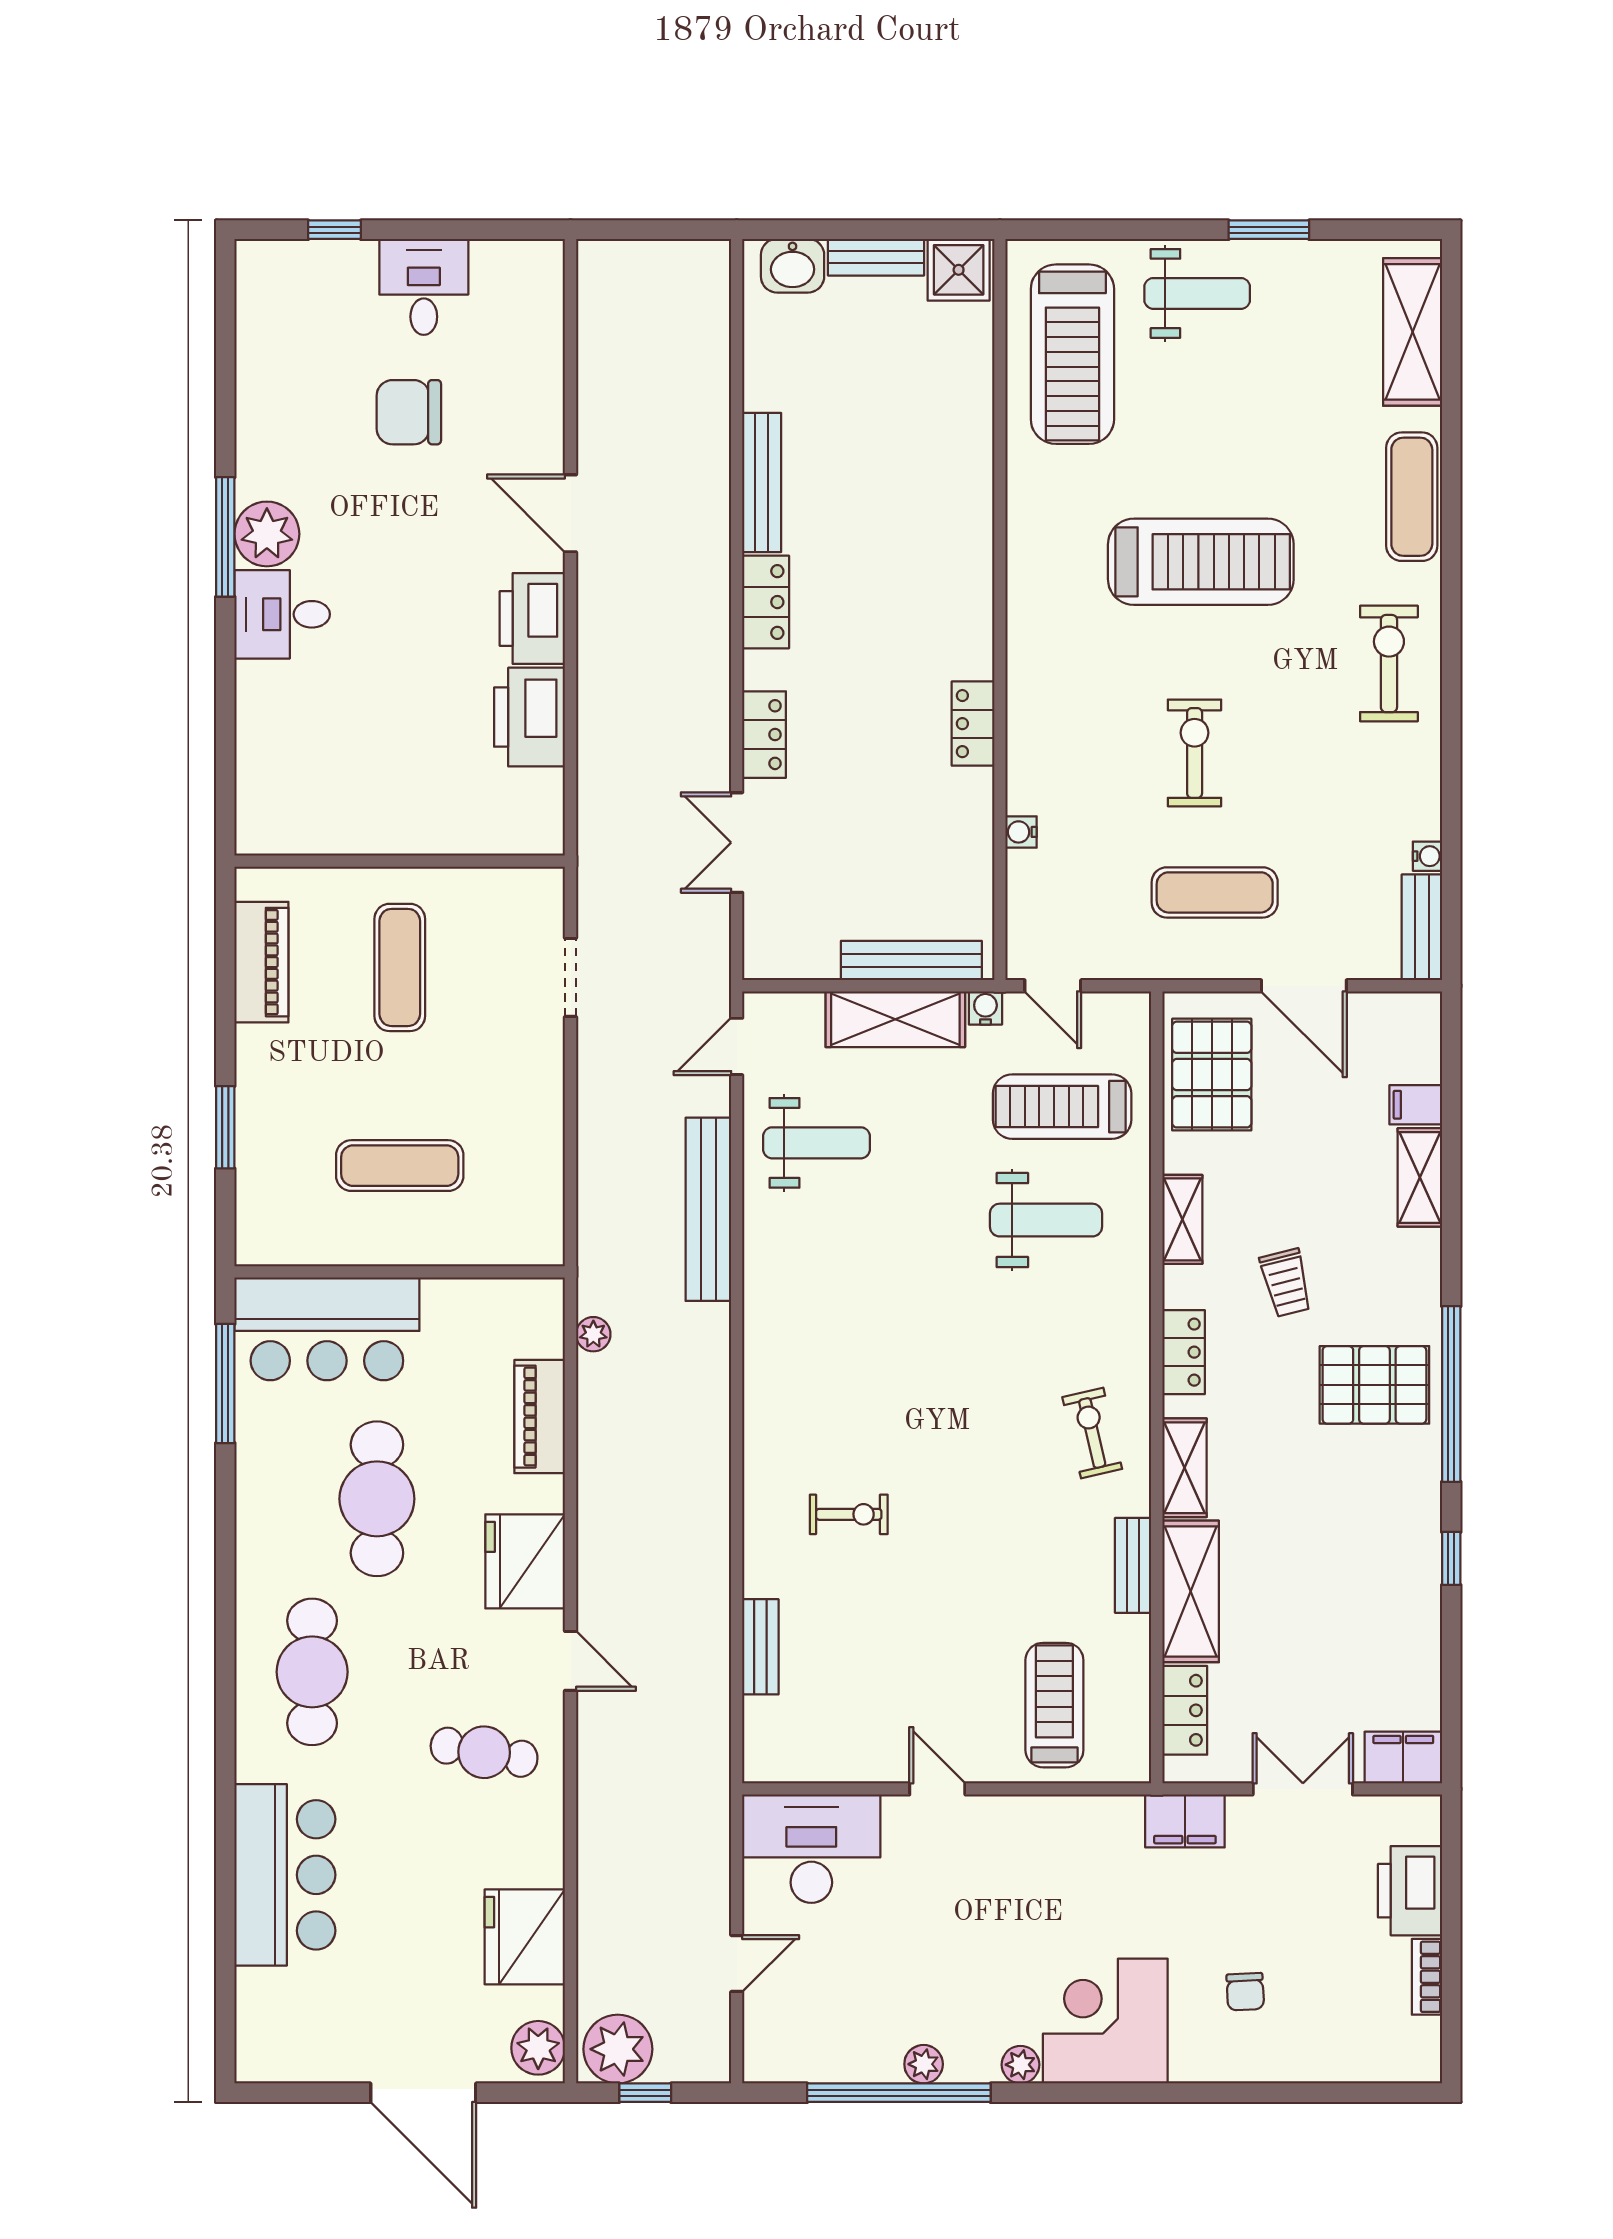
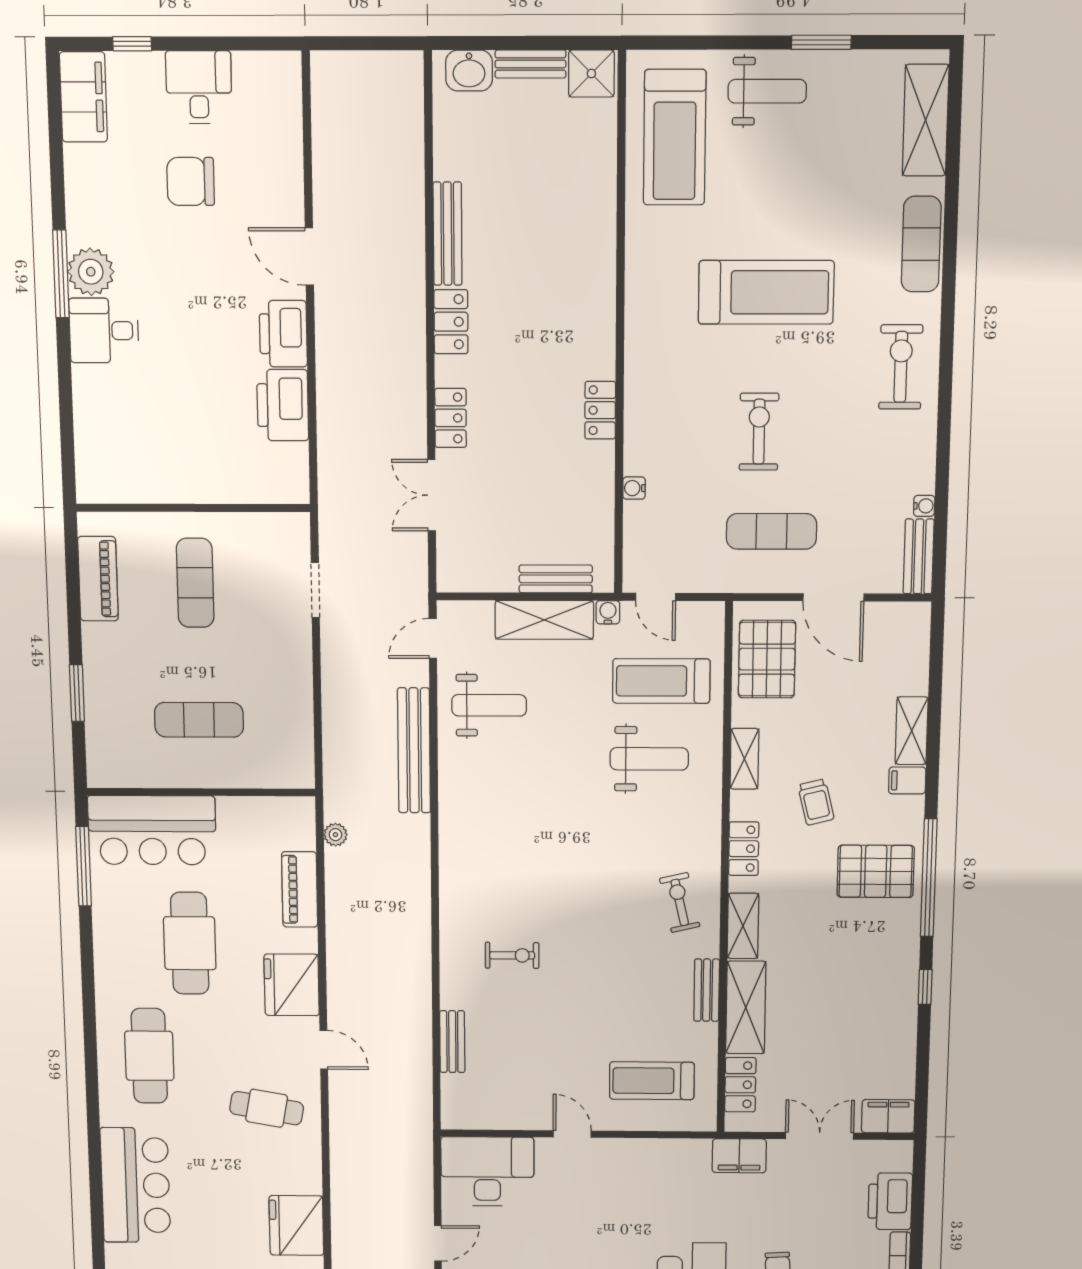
filing cabinet: (265, 300) -> (83, 97), added
bench: (911, 960) -> (556, 579), width x0.73
filing cabinet: (1416, 1105) -> (907, 780), moved
treadmill: (1054, 1705) -> (652, 1081), turned -90

